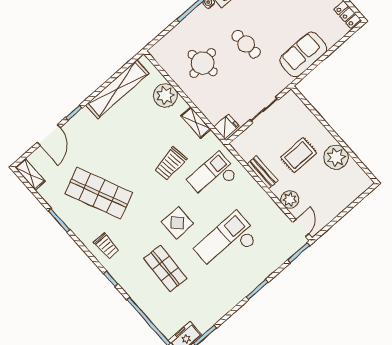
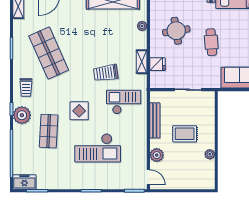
plant: (165, 95) -> (142, 26), width x0.53, depth x0.53
fridge: (226, 126) -> (157, 64), moved
plant: (336, 157) -> (210, 154), width x0.53, depth x0.53
bench: (262, 172) -> (155, 120), width x1.36
door: (301, 228) -> (148, 177), hinge flipped
checkout: (227, 243) -> (98, 148), turned 180
plant: (126, 276) -> (22, 115), added

